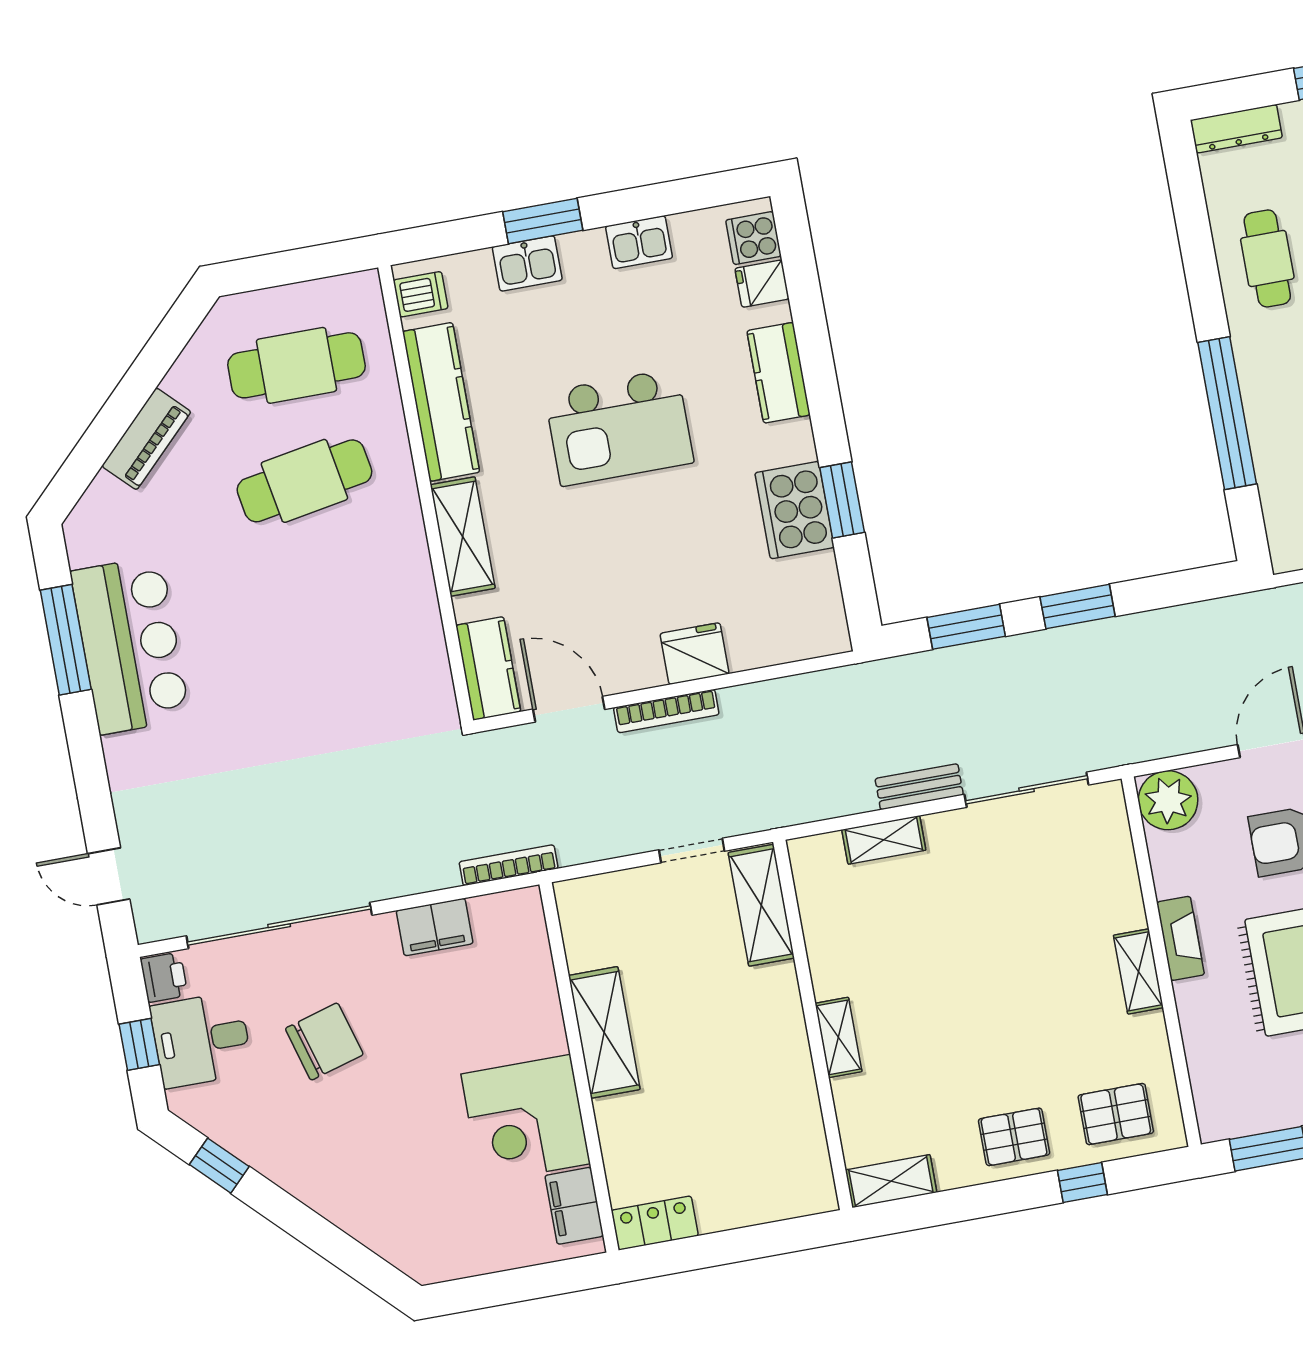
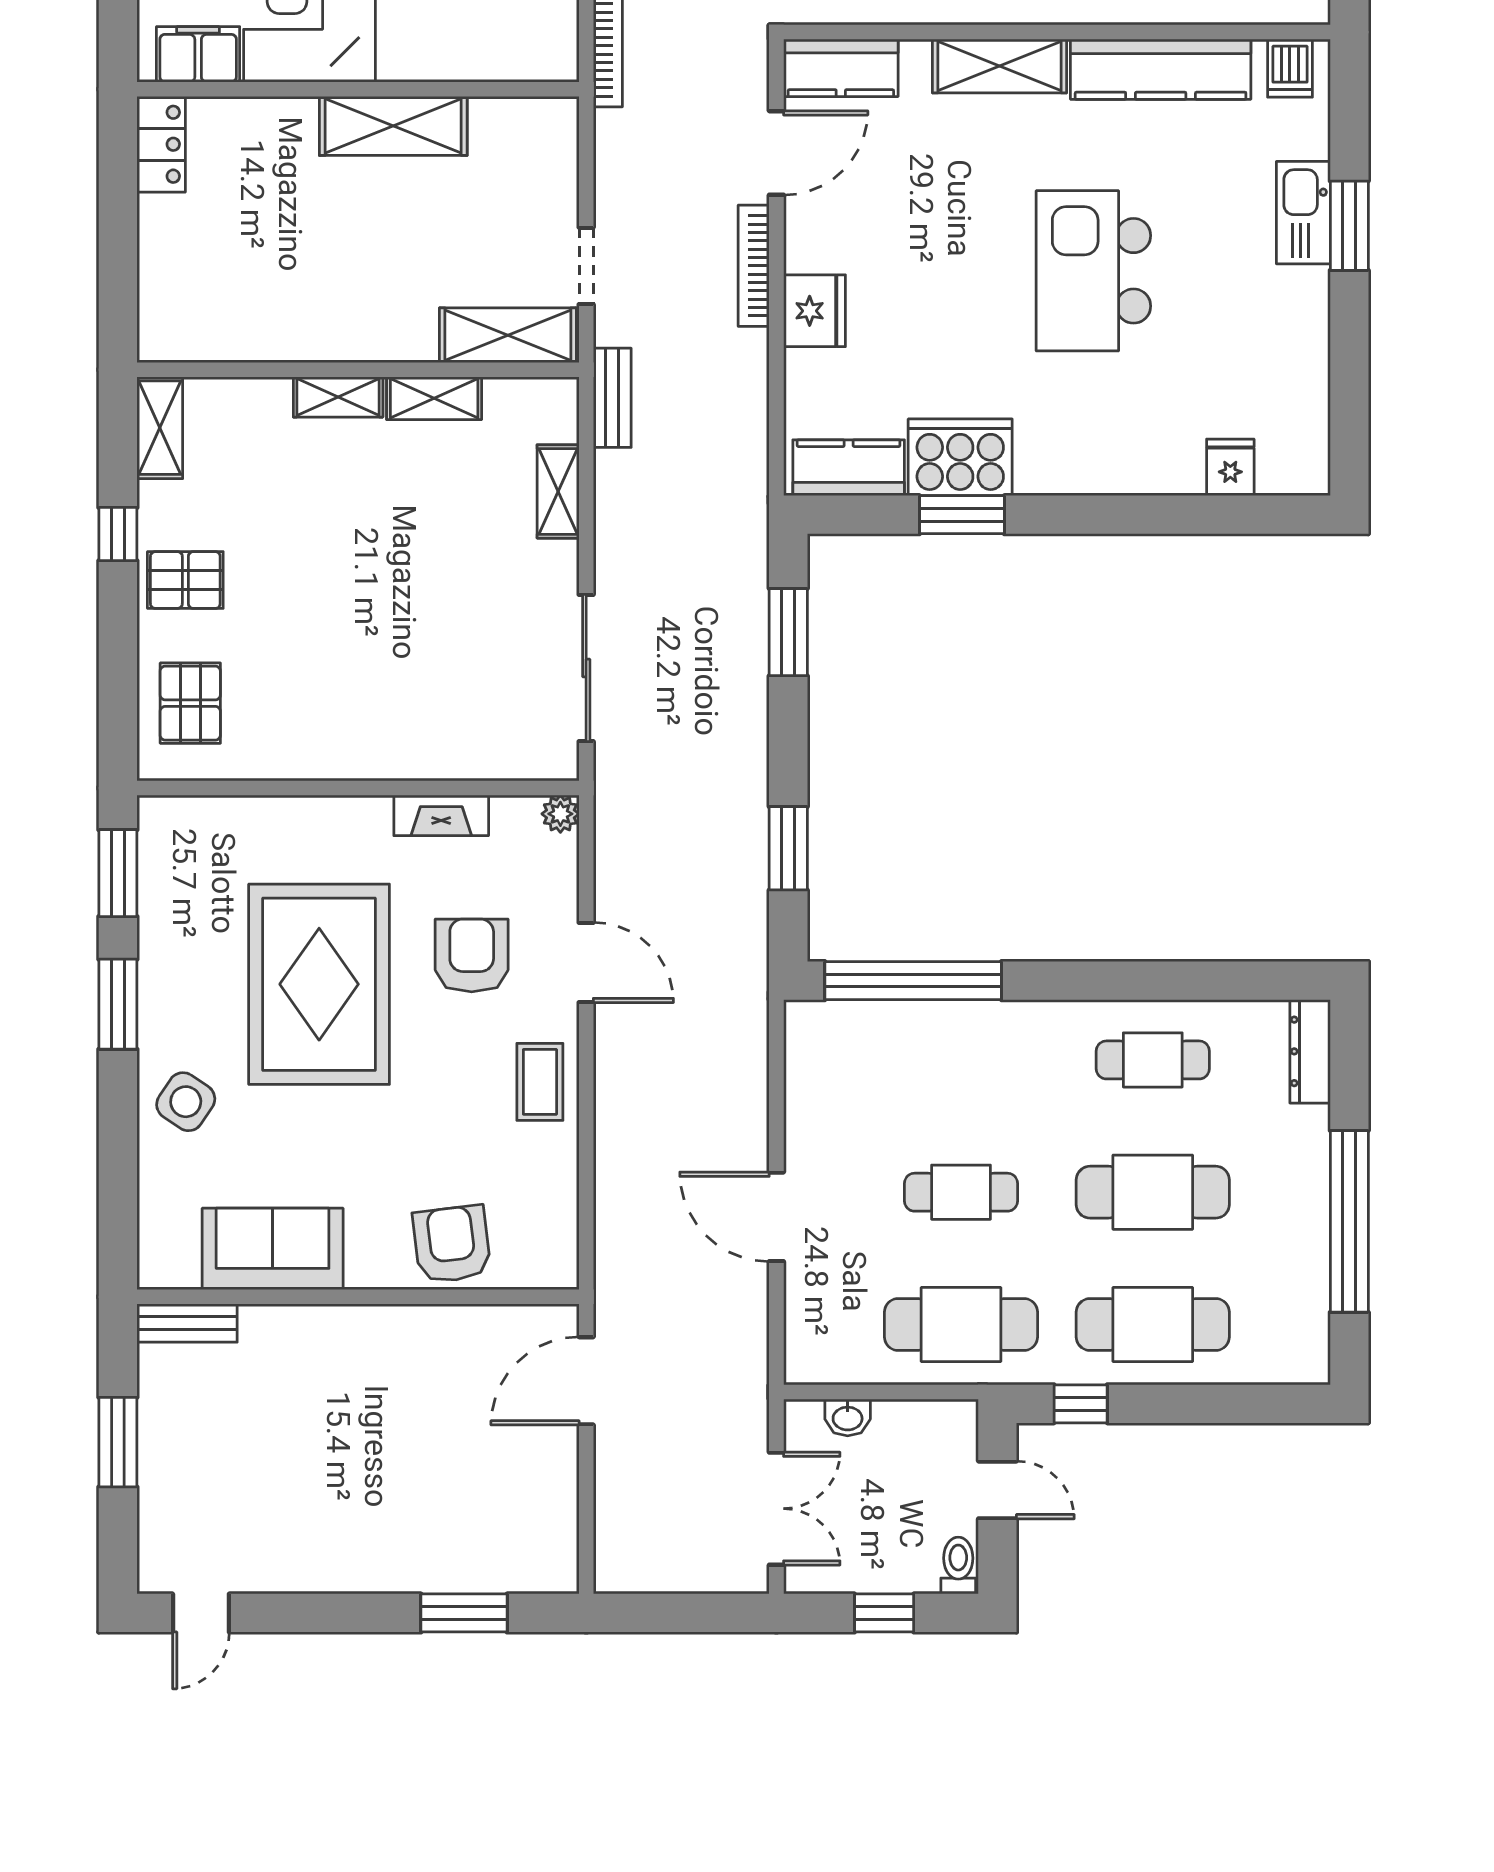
cooker: (753, 238) -> (1285, 467), removed
kitchen sink: (639, 242) -> (1304, 333), removed
kitchen sink: (527, 263) -> (1303, 213), width x1.38
kitchen counter: (779, 373) -> (849, 468), moved
window: (1227, 413) -> (913, 981), moved
window: (1078, 607) -> (788, 848), moved
bench: (919, 787) -> (612, 398), moved
plant: (1168, 800) -> (560, 814), width x0.53, depth x0.53
fireplace: (1181, 938) -> (441, 815), moved
shelving: (1138, 971) -> (434, 398), moved
pallet: (1014, 1137) -> (185, 580), turned 90
window: (1082, 1182) -> (118, 534), moved

